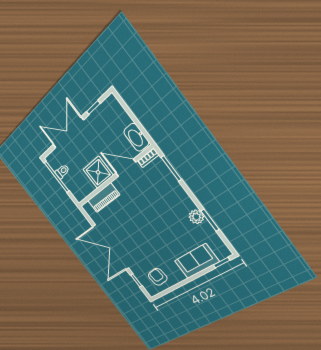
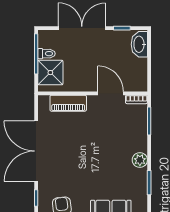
washbasin: (136, 137) -> (139, 44), moved
shower: (98, 172) -> (50, 73), moved
plant: (196, 217) -> (140, 160), moved

